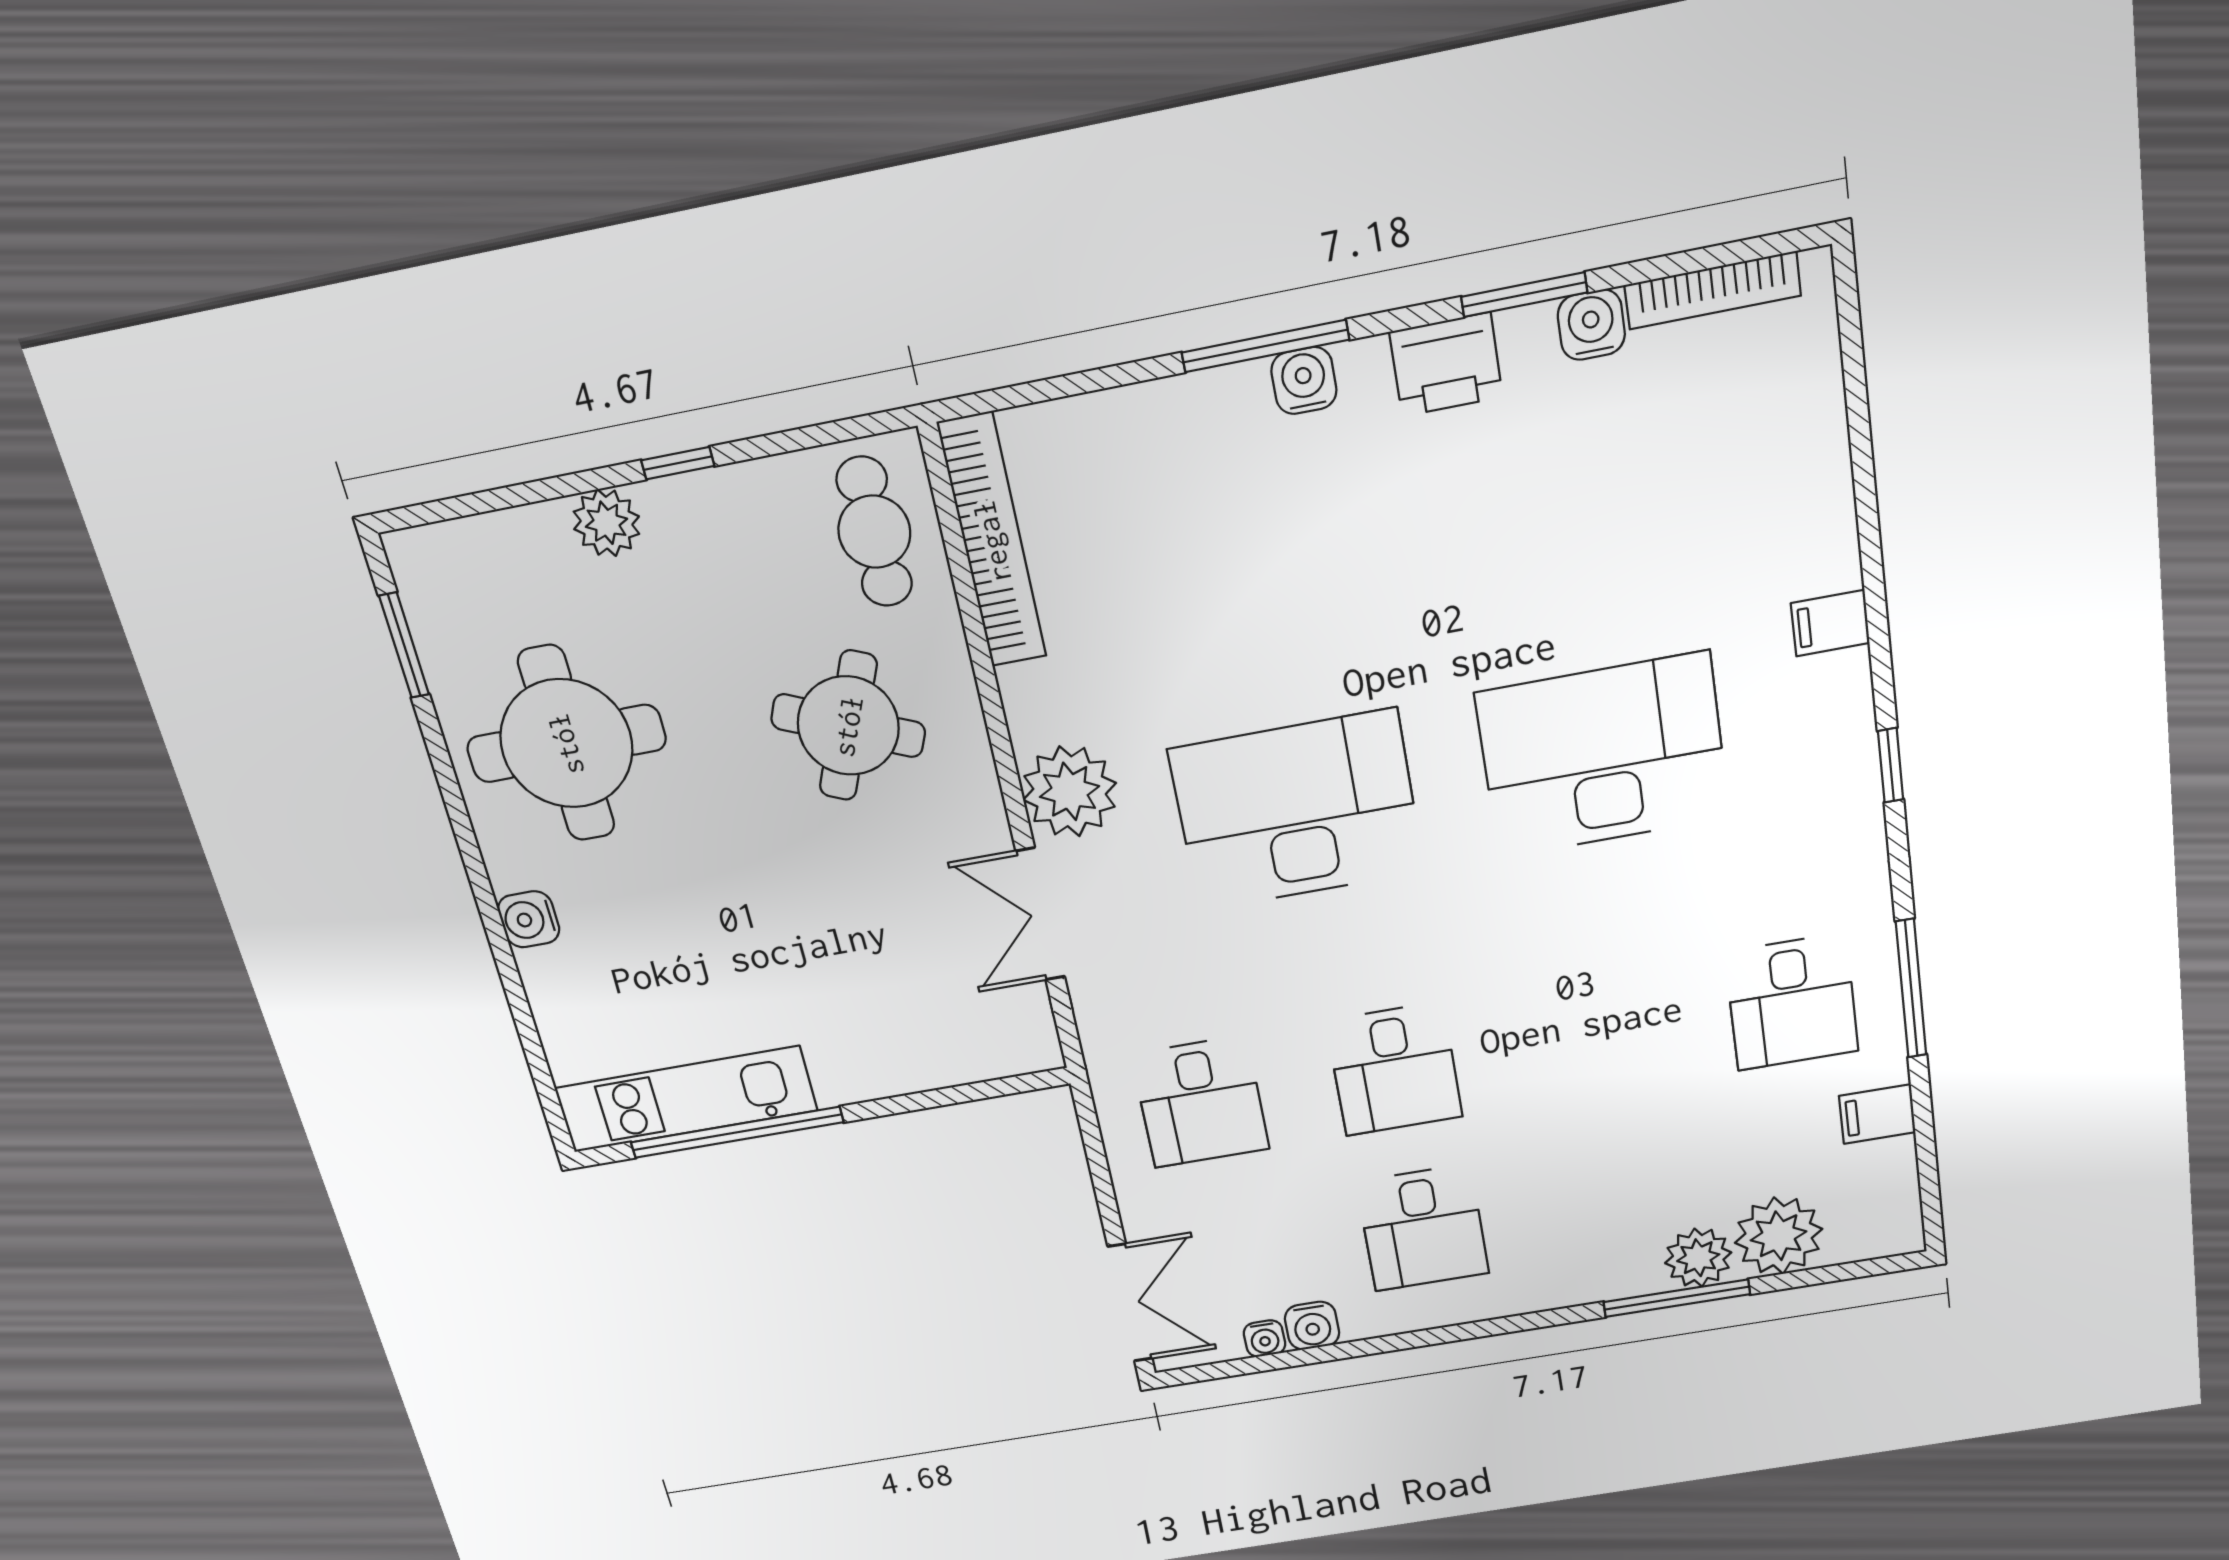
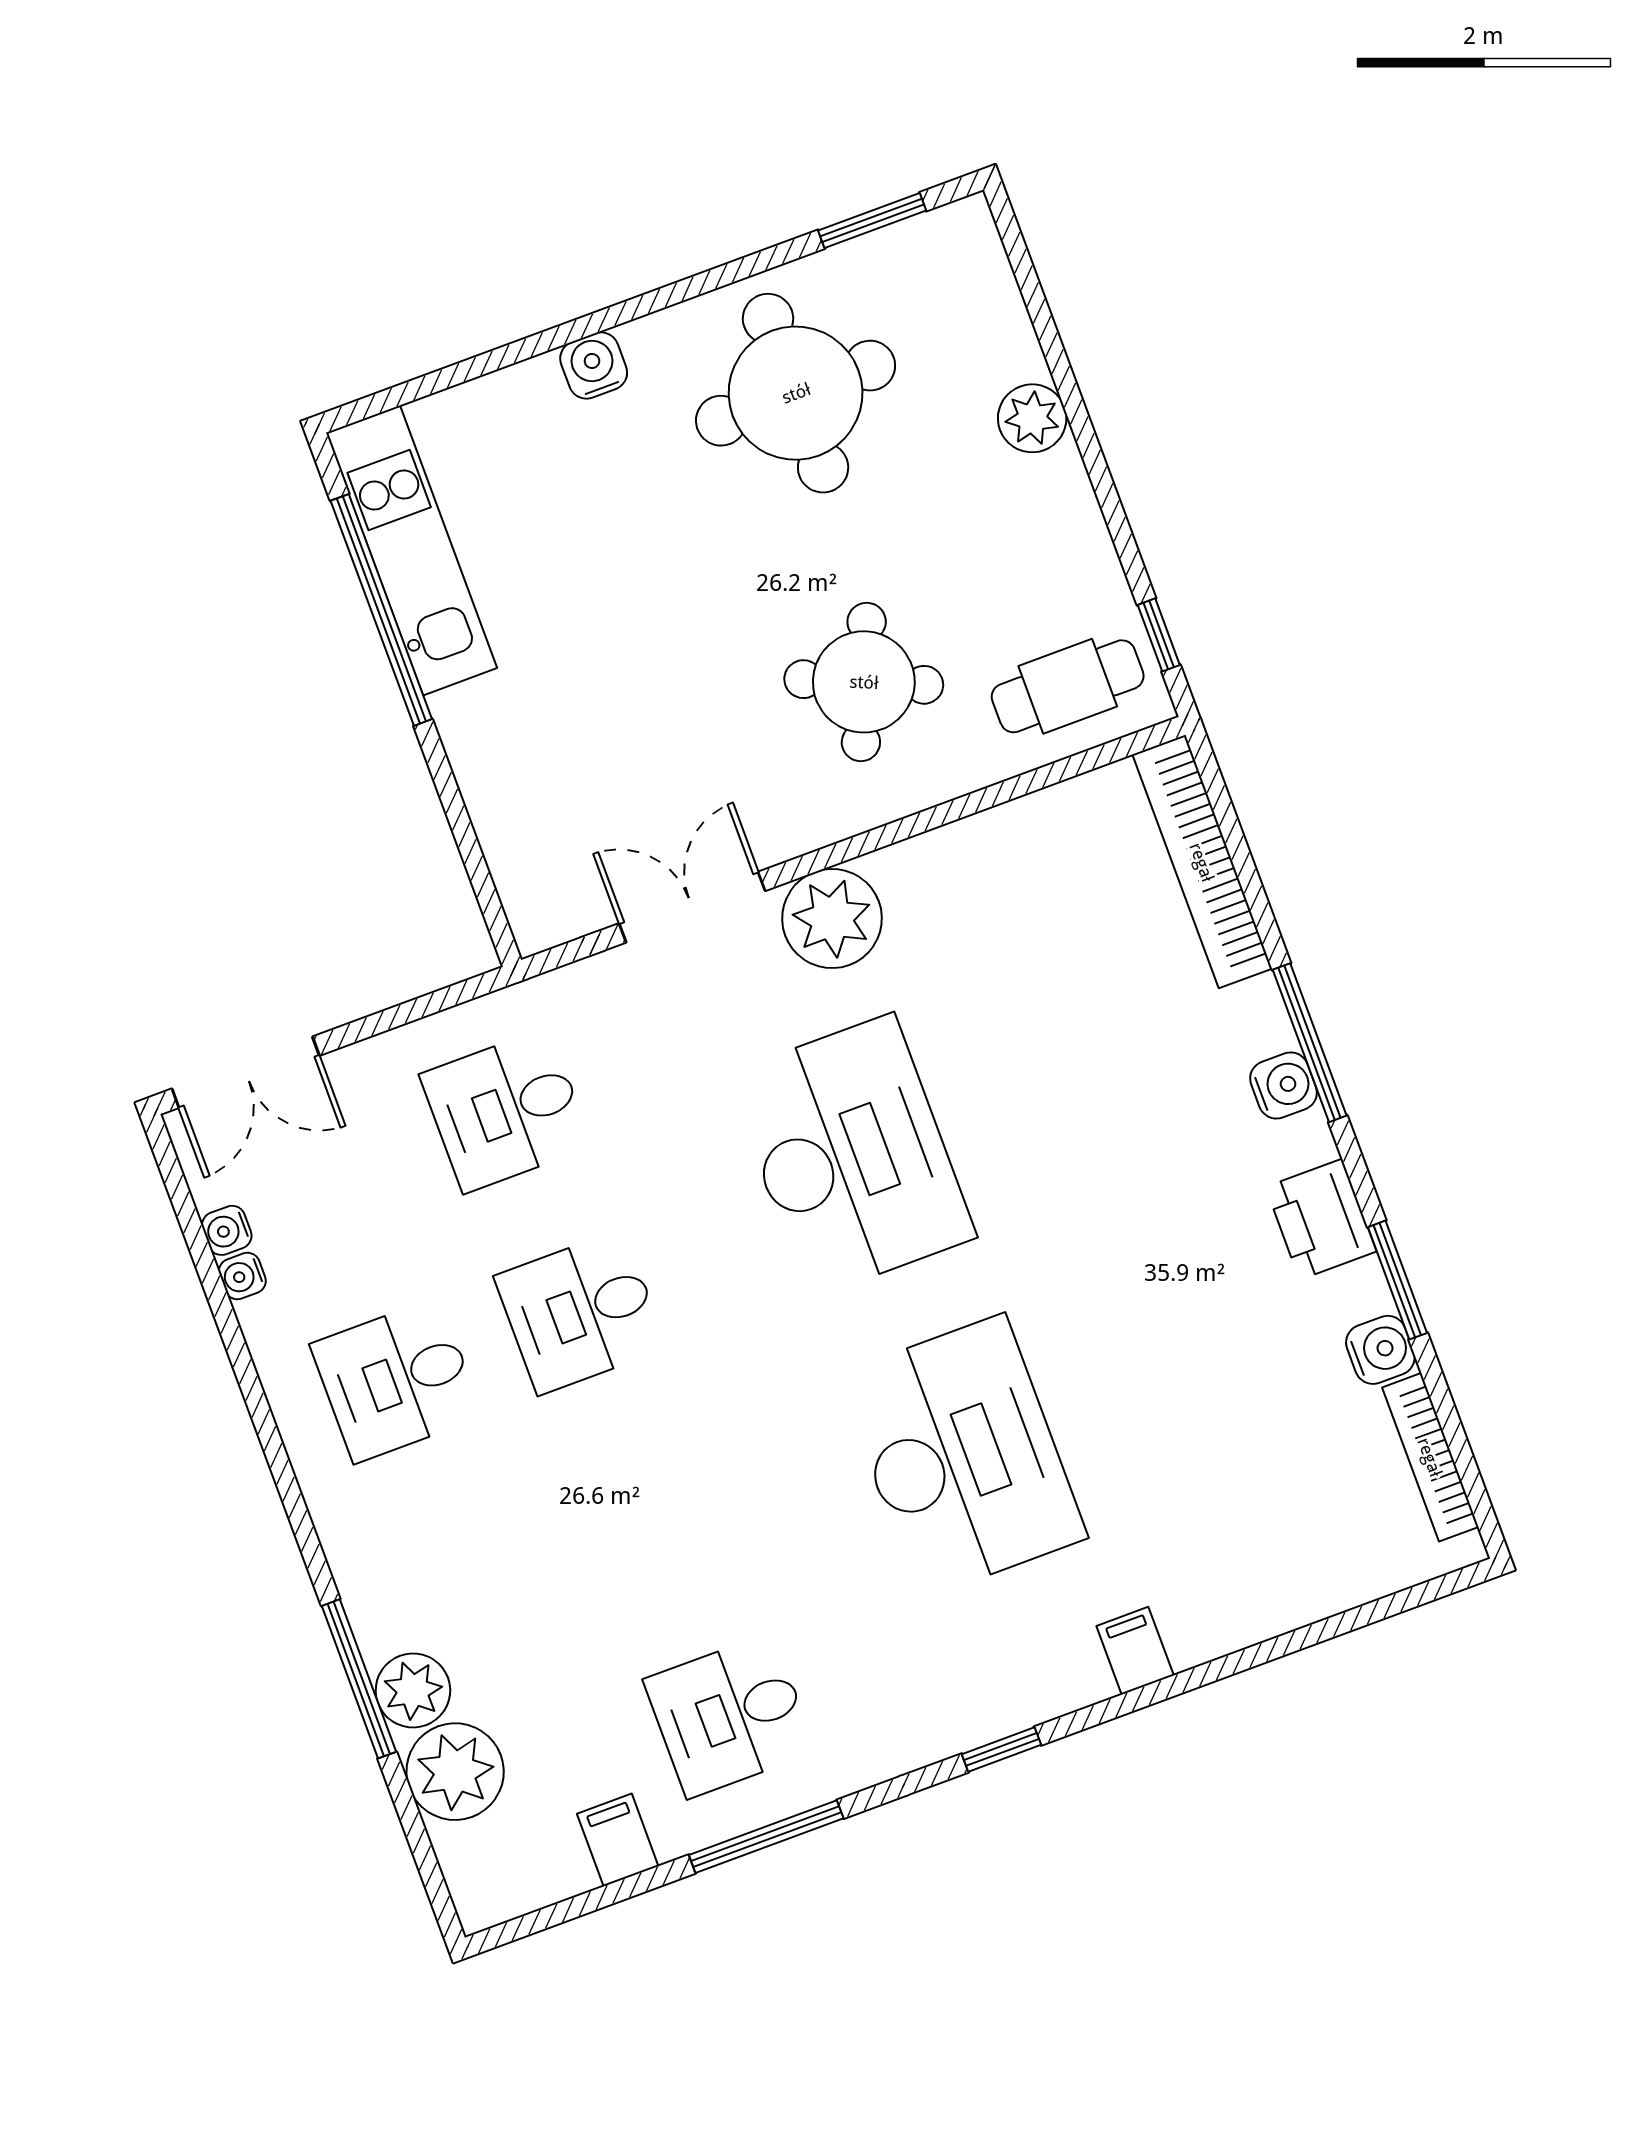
window: (678, 463) -> (1159, 635), moved
bookcase: (992, 541) -> (1202, 862), moved, turned 90
water cooler: (1312, 1326) -> (242, 1276), width x0.72, depth x0.72

